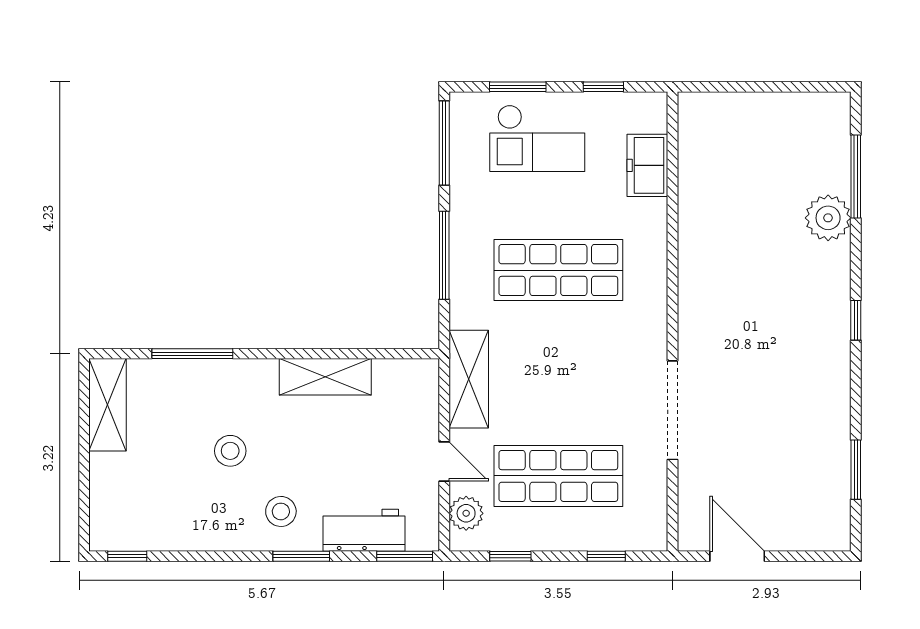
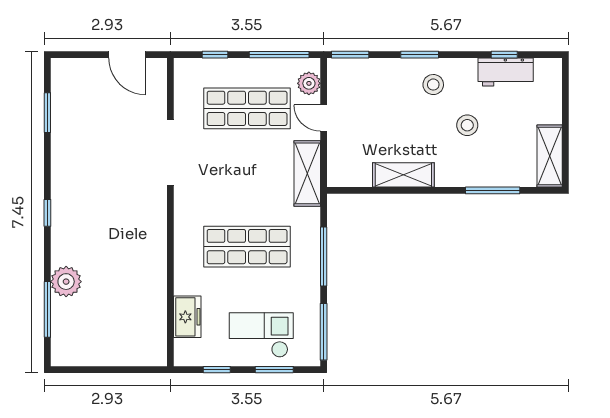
workbench: (364, 530) -> (506, 72), moved
window: (127, 556) -> (504, 55), moved
window: (510, 556) -> (279, 55), width x2.17

